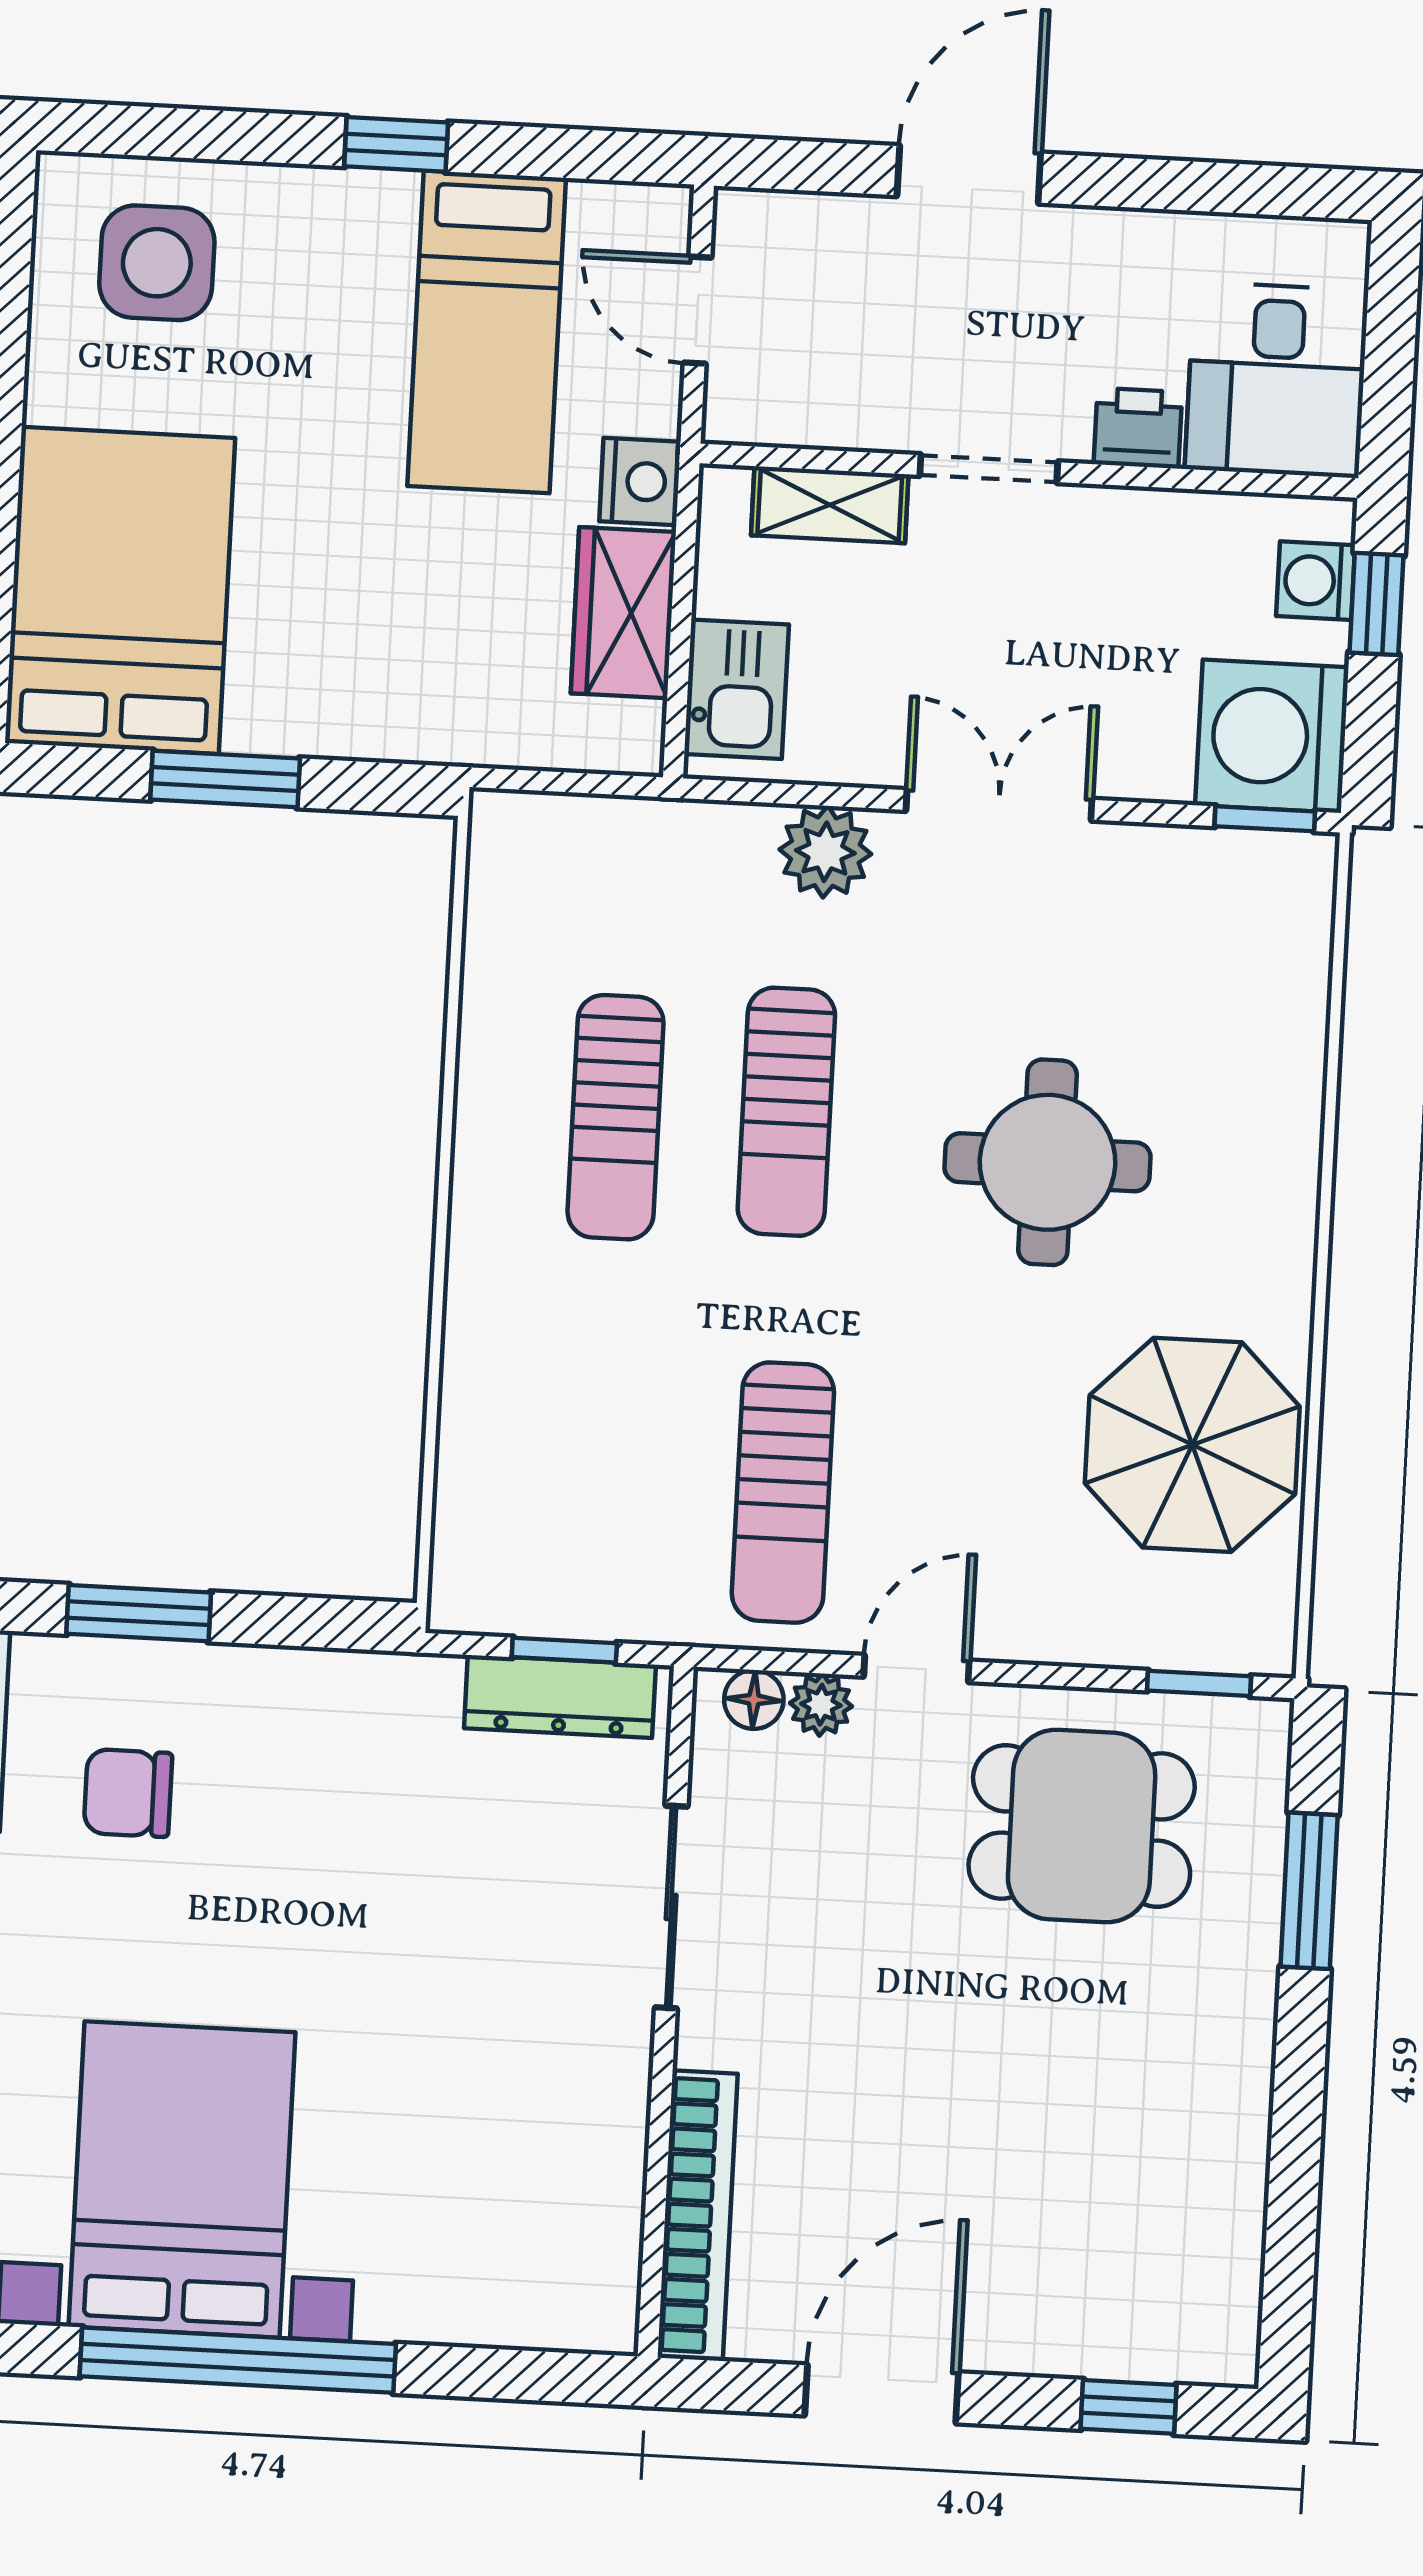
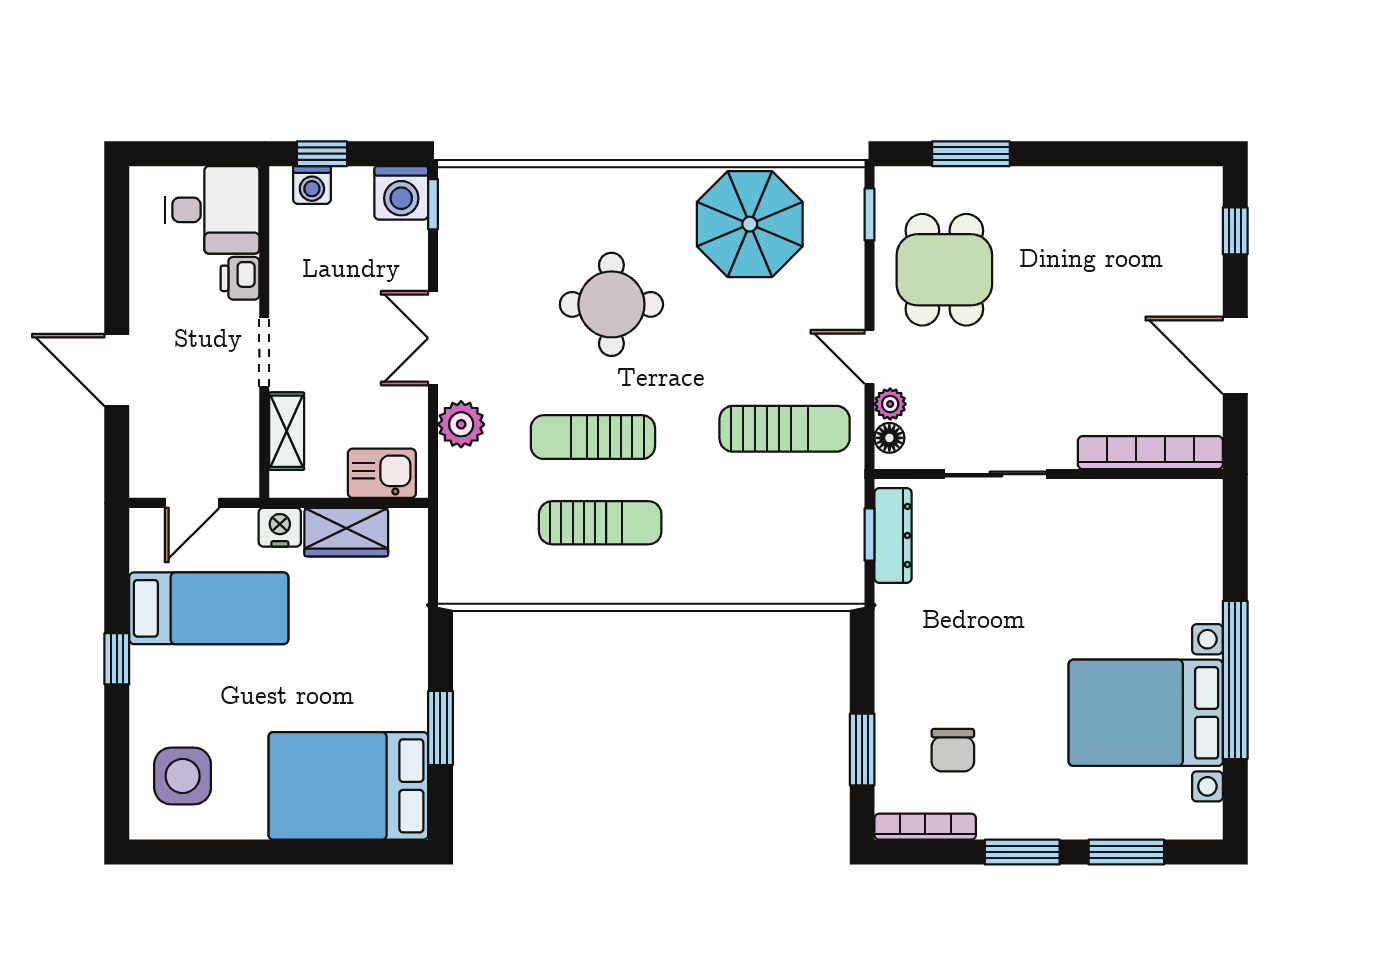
washing machine: (1272, 736) -> (401, 193), width x0.73, depth x0.73
sun lounger: (786, 1112) -> (593, 437), turned 180

